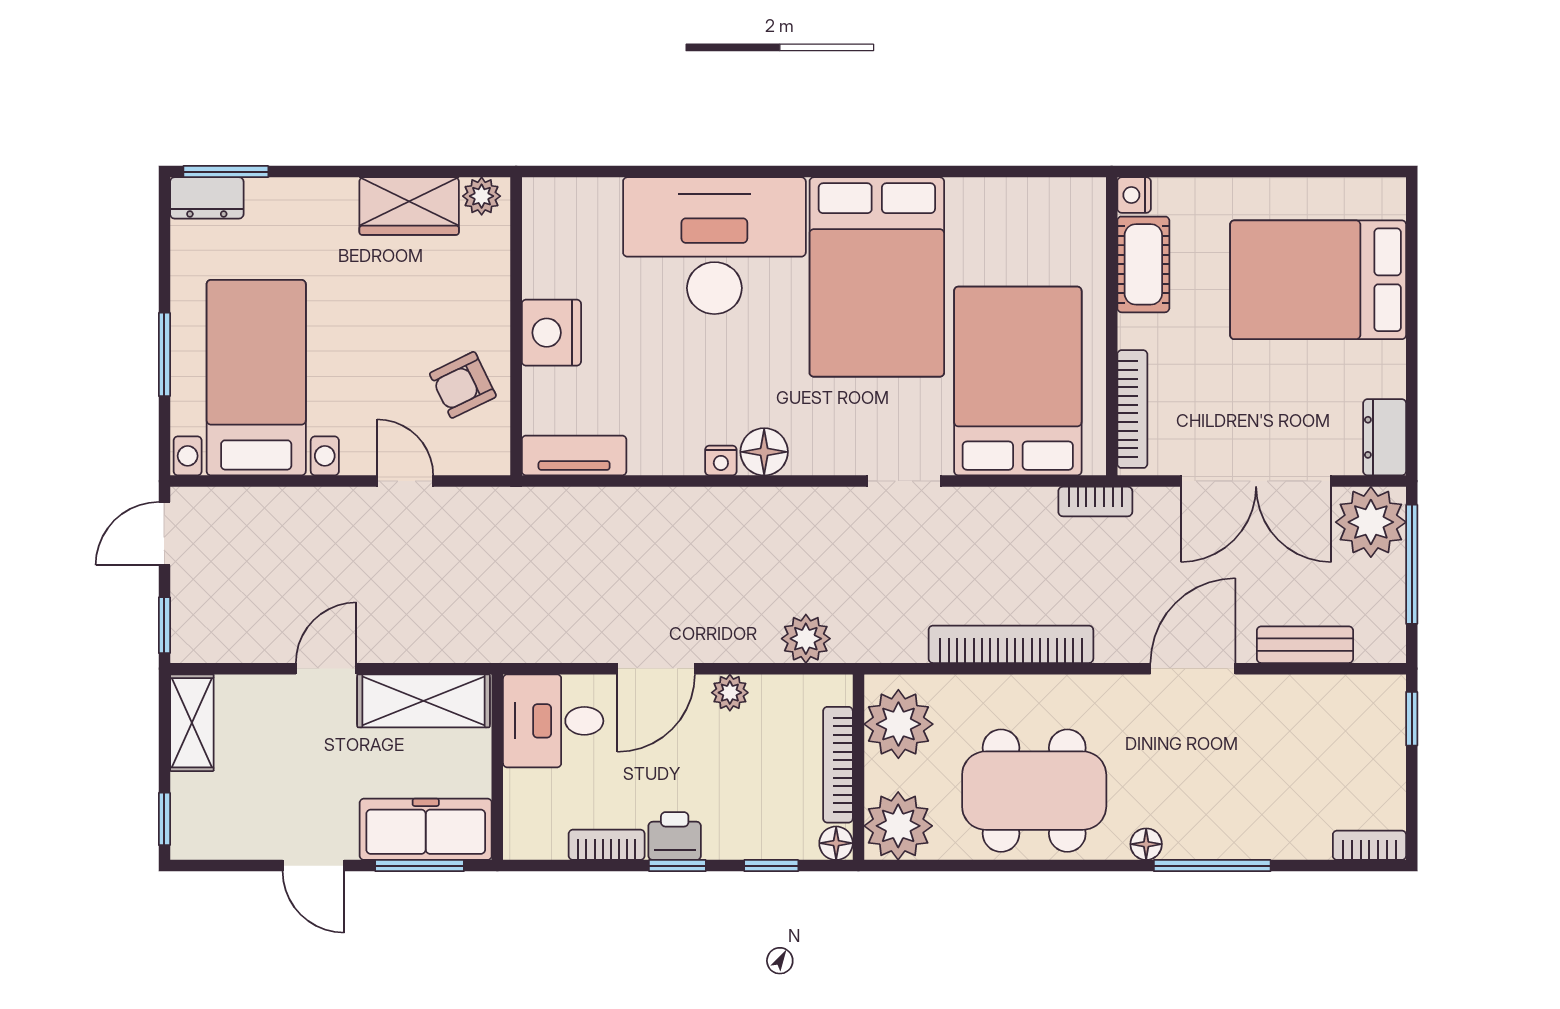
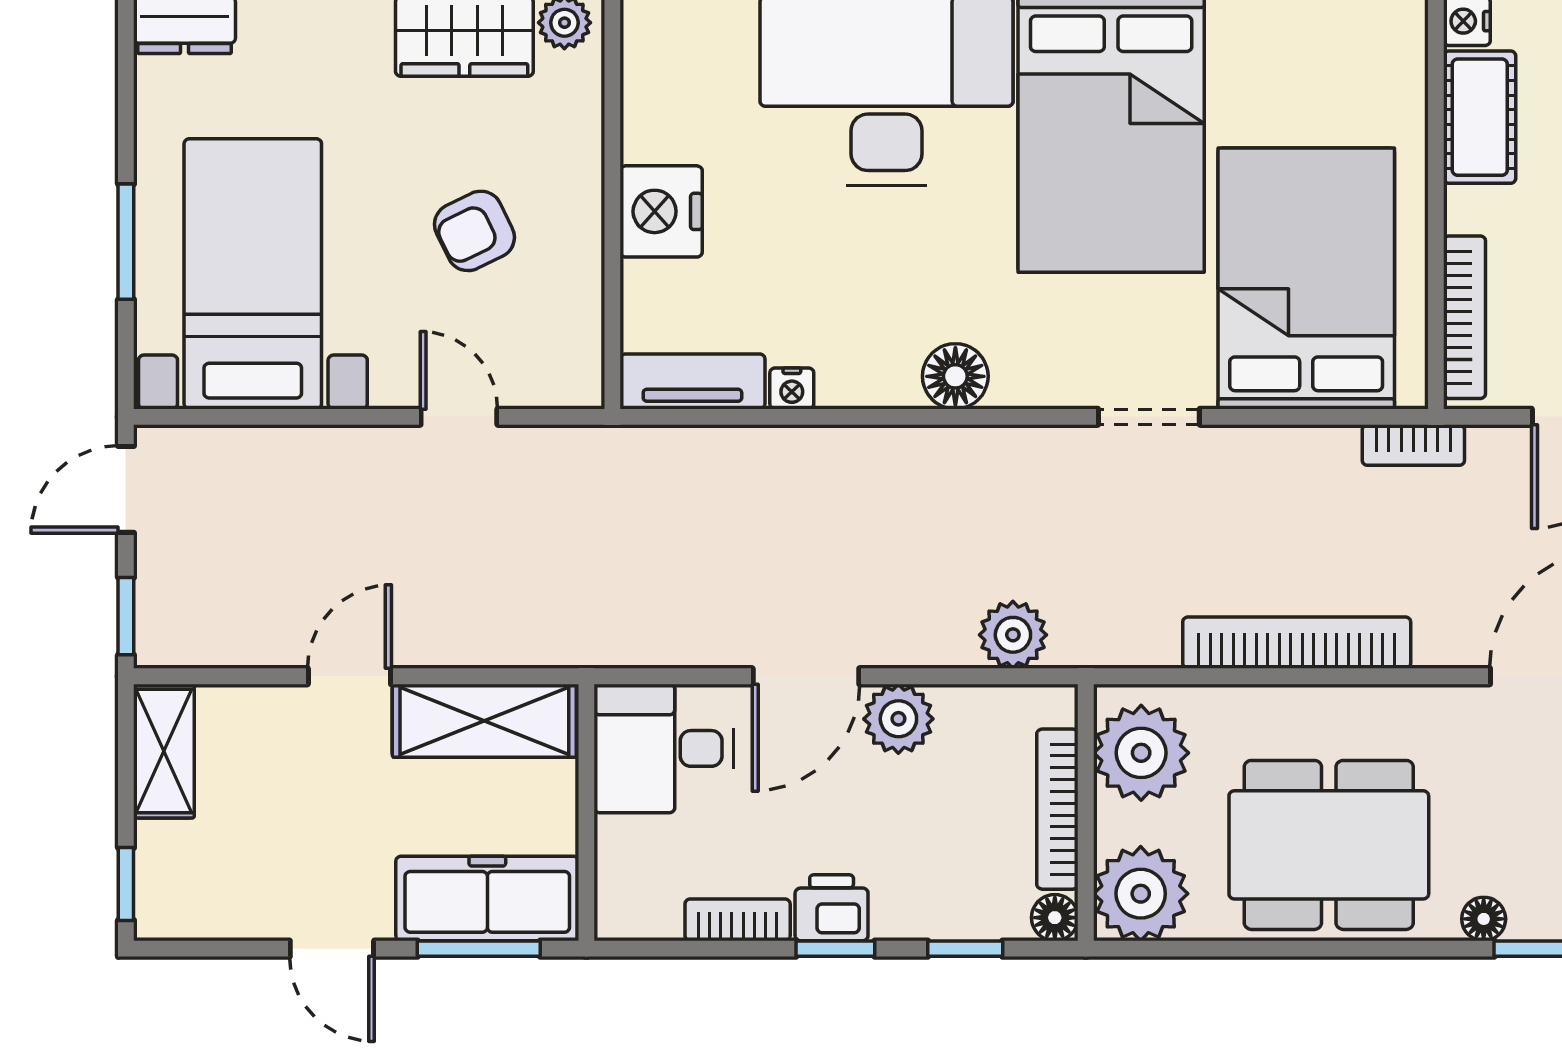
armchair: (463, 385) -> (474, 231), moved
nightstand: (721, 461) -> (792, 388), moved
plant: (730, 693) -> (898, 719), width x1.38, depth x1.38

